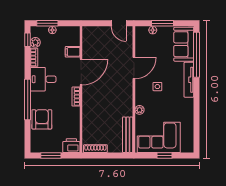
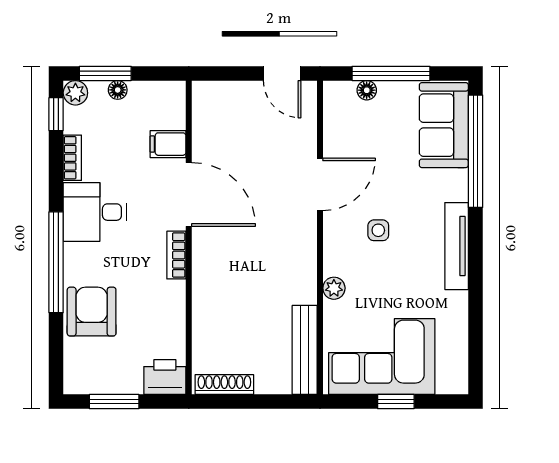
window: (162, 23) -> (391, 73), width x1.44
plant: (35, 42) -> (75, 93), moved
door: (81, 72) -> (189, 194), hinge flipped
tv unit: (189, 80) -> (457, 246), moved

